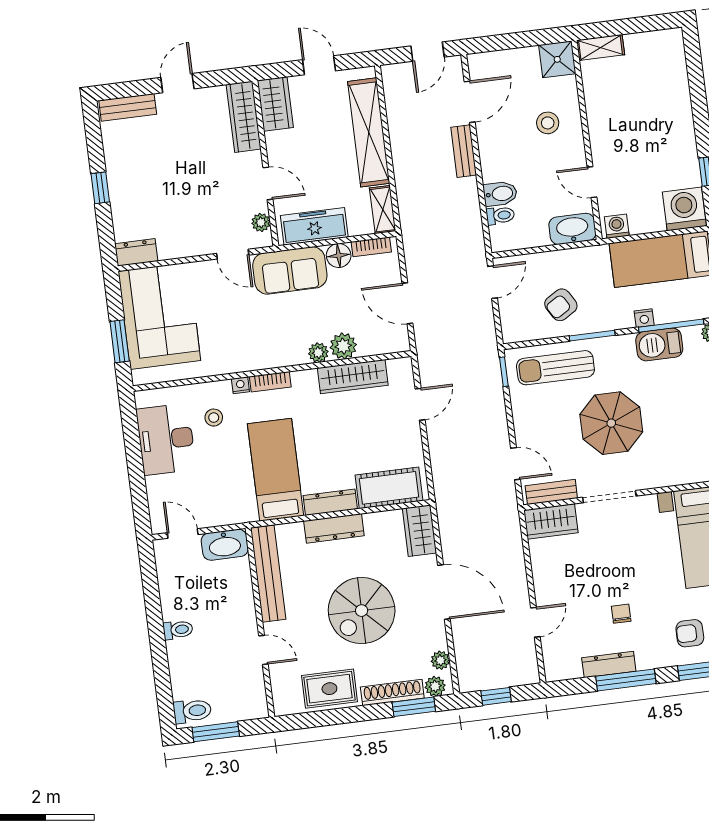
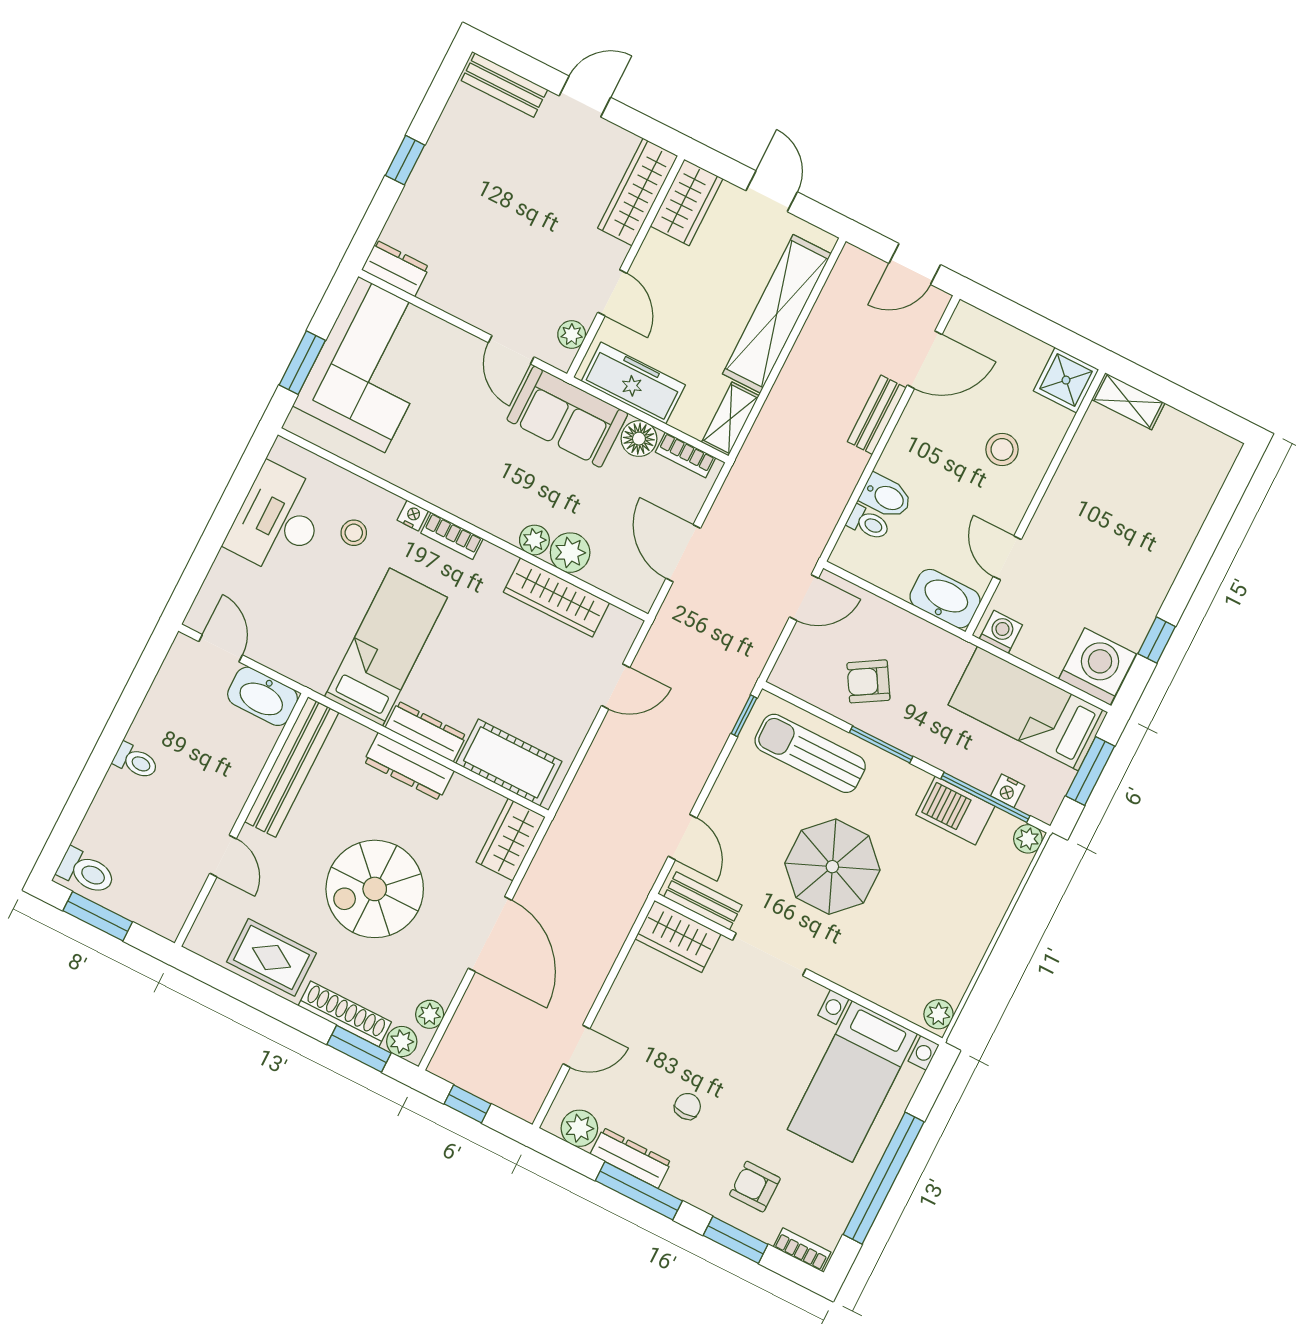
nightstand: (644, 318) -> (1008, 791), moved
plant: (568, 667) -> (579, 1128), added

